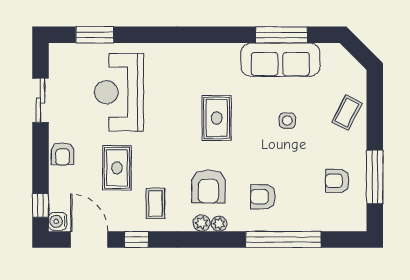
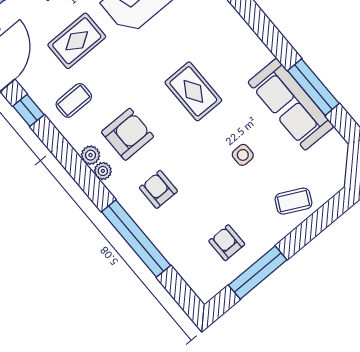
rug: (217, 118) -> (193, 91), turned 90
armchair: (208, 186) -> (128, 134), turned 180

